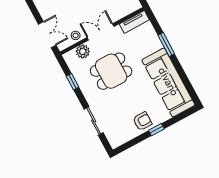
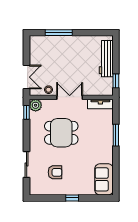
plant: (83, 51) -> (36, 105), moved
window: (73, 82) -> (27, 112), moved
sofa: (168, 82) -> (104, 179), width x0.54, depth x0.79
armchair: (142, 121) -> (55, 172), moved

